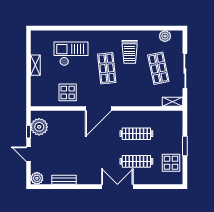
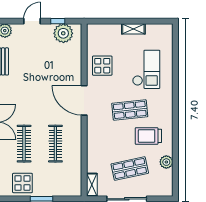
plant: (165, 36) -> (166, 162), moved

